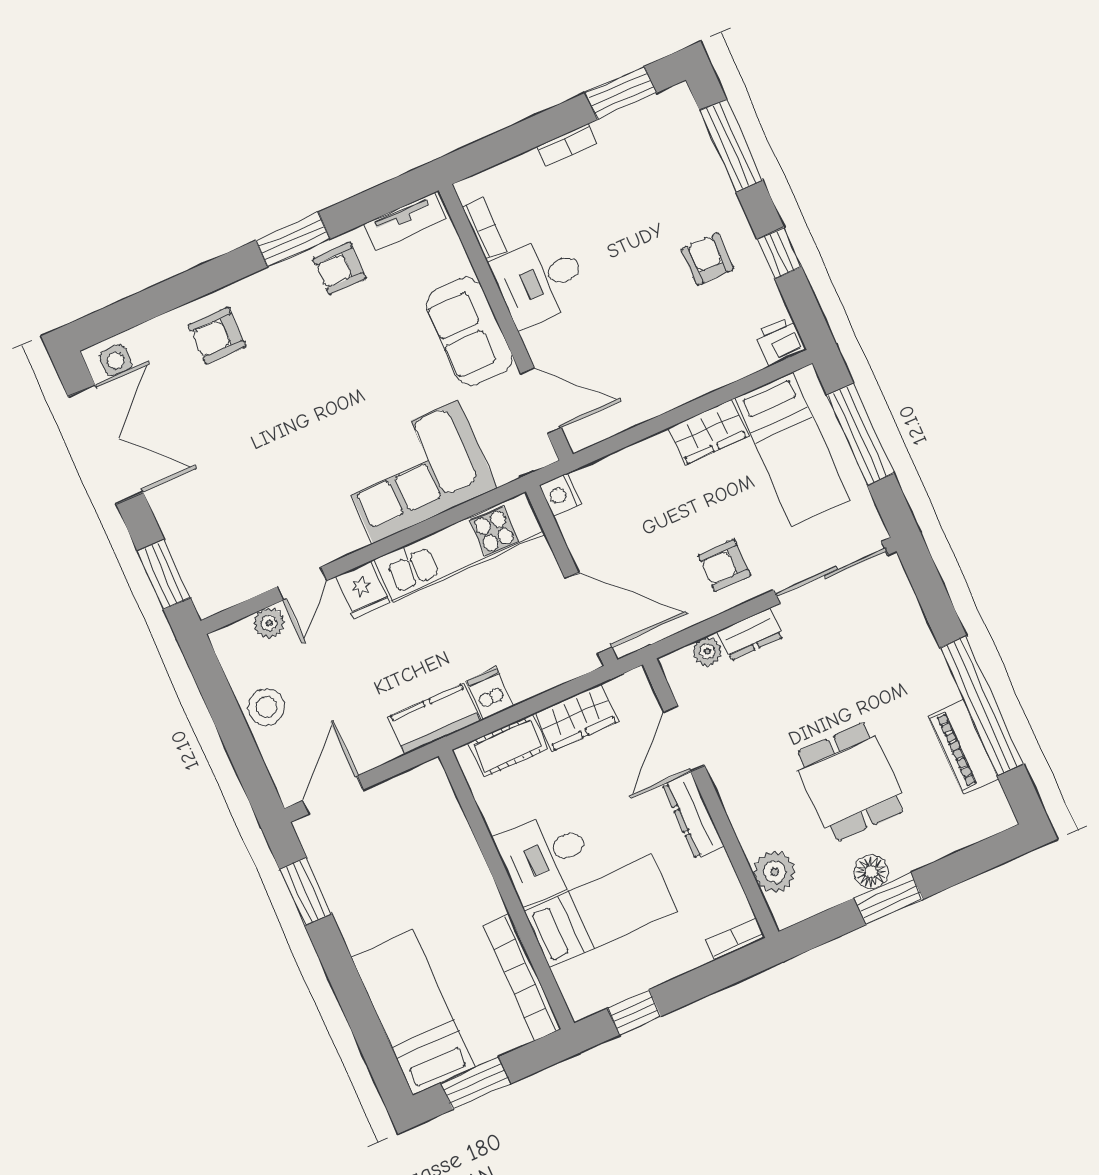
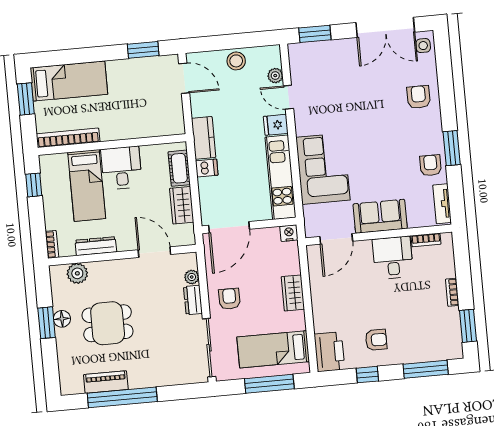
printer: (780, 341) -> (329, 352), width x1.87, depth x1.48
wardrobe: (708, 432) -> (293, 293), moved
dresser: (693, 816) -> (96, 246), moved

